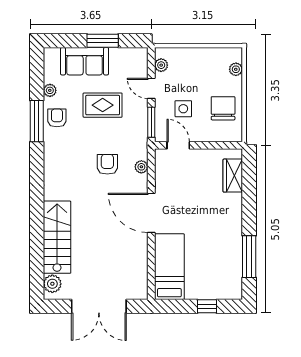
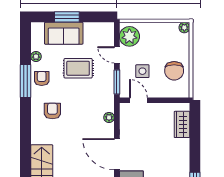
window: (103, 41) -> (67, 17), moved
plant: (161, 65) -> (129, 36), width x1.88, depth x1.88
plant: (236, 69) -> (184, 28), moved
chair: (223, 108) -> (174, 71), turned 180
armchair: (107, 164) -> (52, 111), moved

